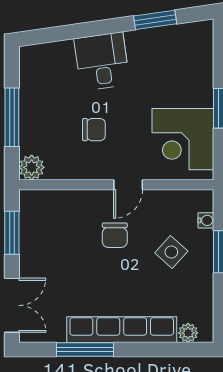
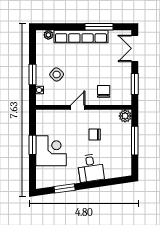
corner desk: (183, 139) -> (51, 151), moved
chair: (115, 235) -> (104, 91), moved

